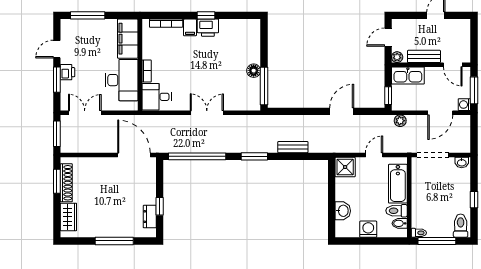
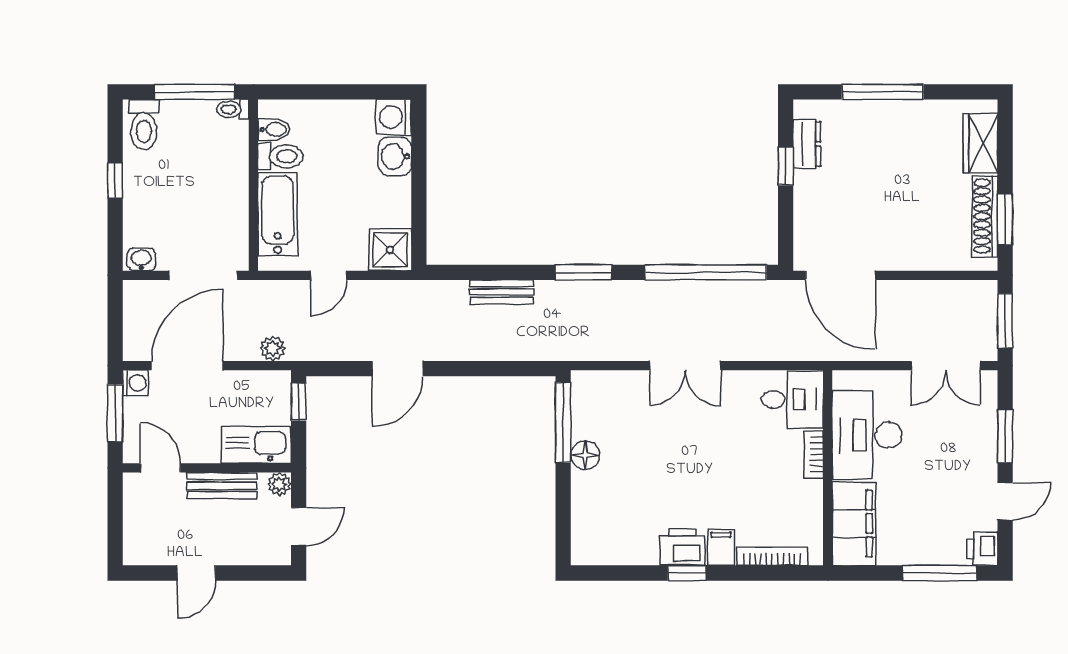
printer: (67, 72) -> (982, 549), moved
door: (440, 113) -> (187, 366), width x1.36
washing machine: (368, 229) -> (394, 117), moved, turned 90

